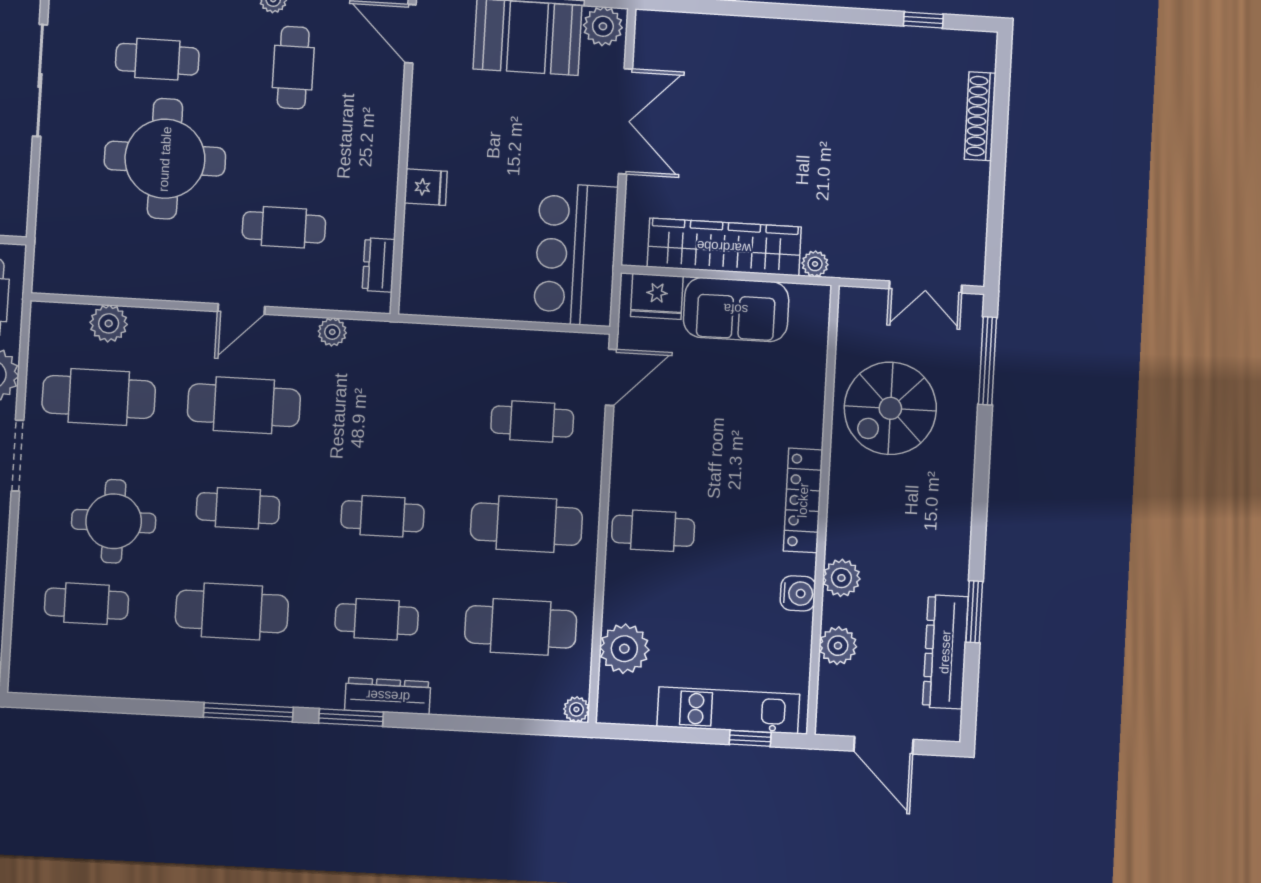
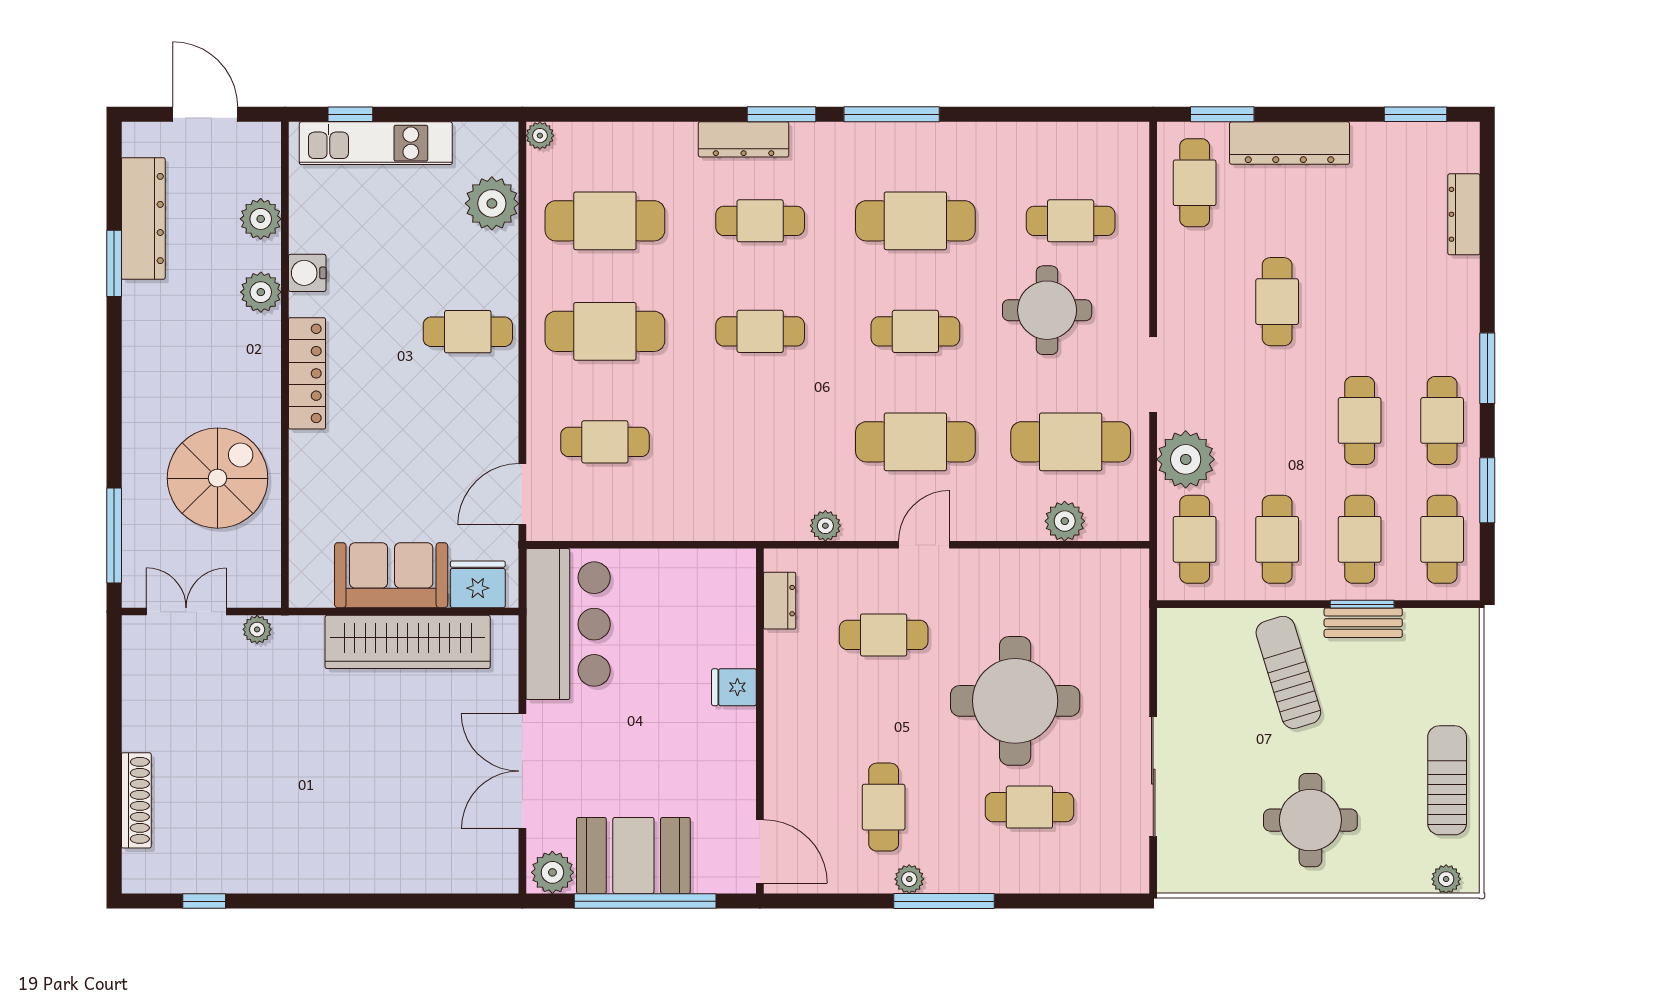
plant: (815, 264) -> (257, 629), moved

